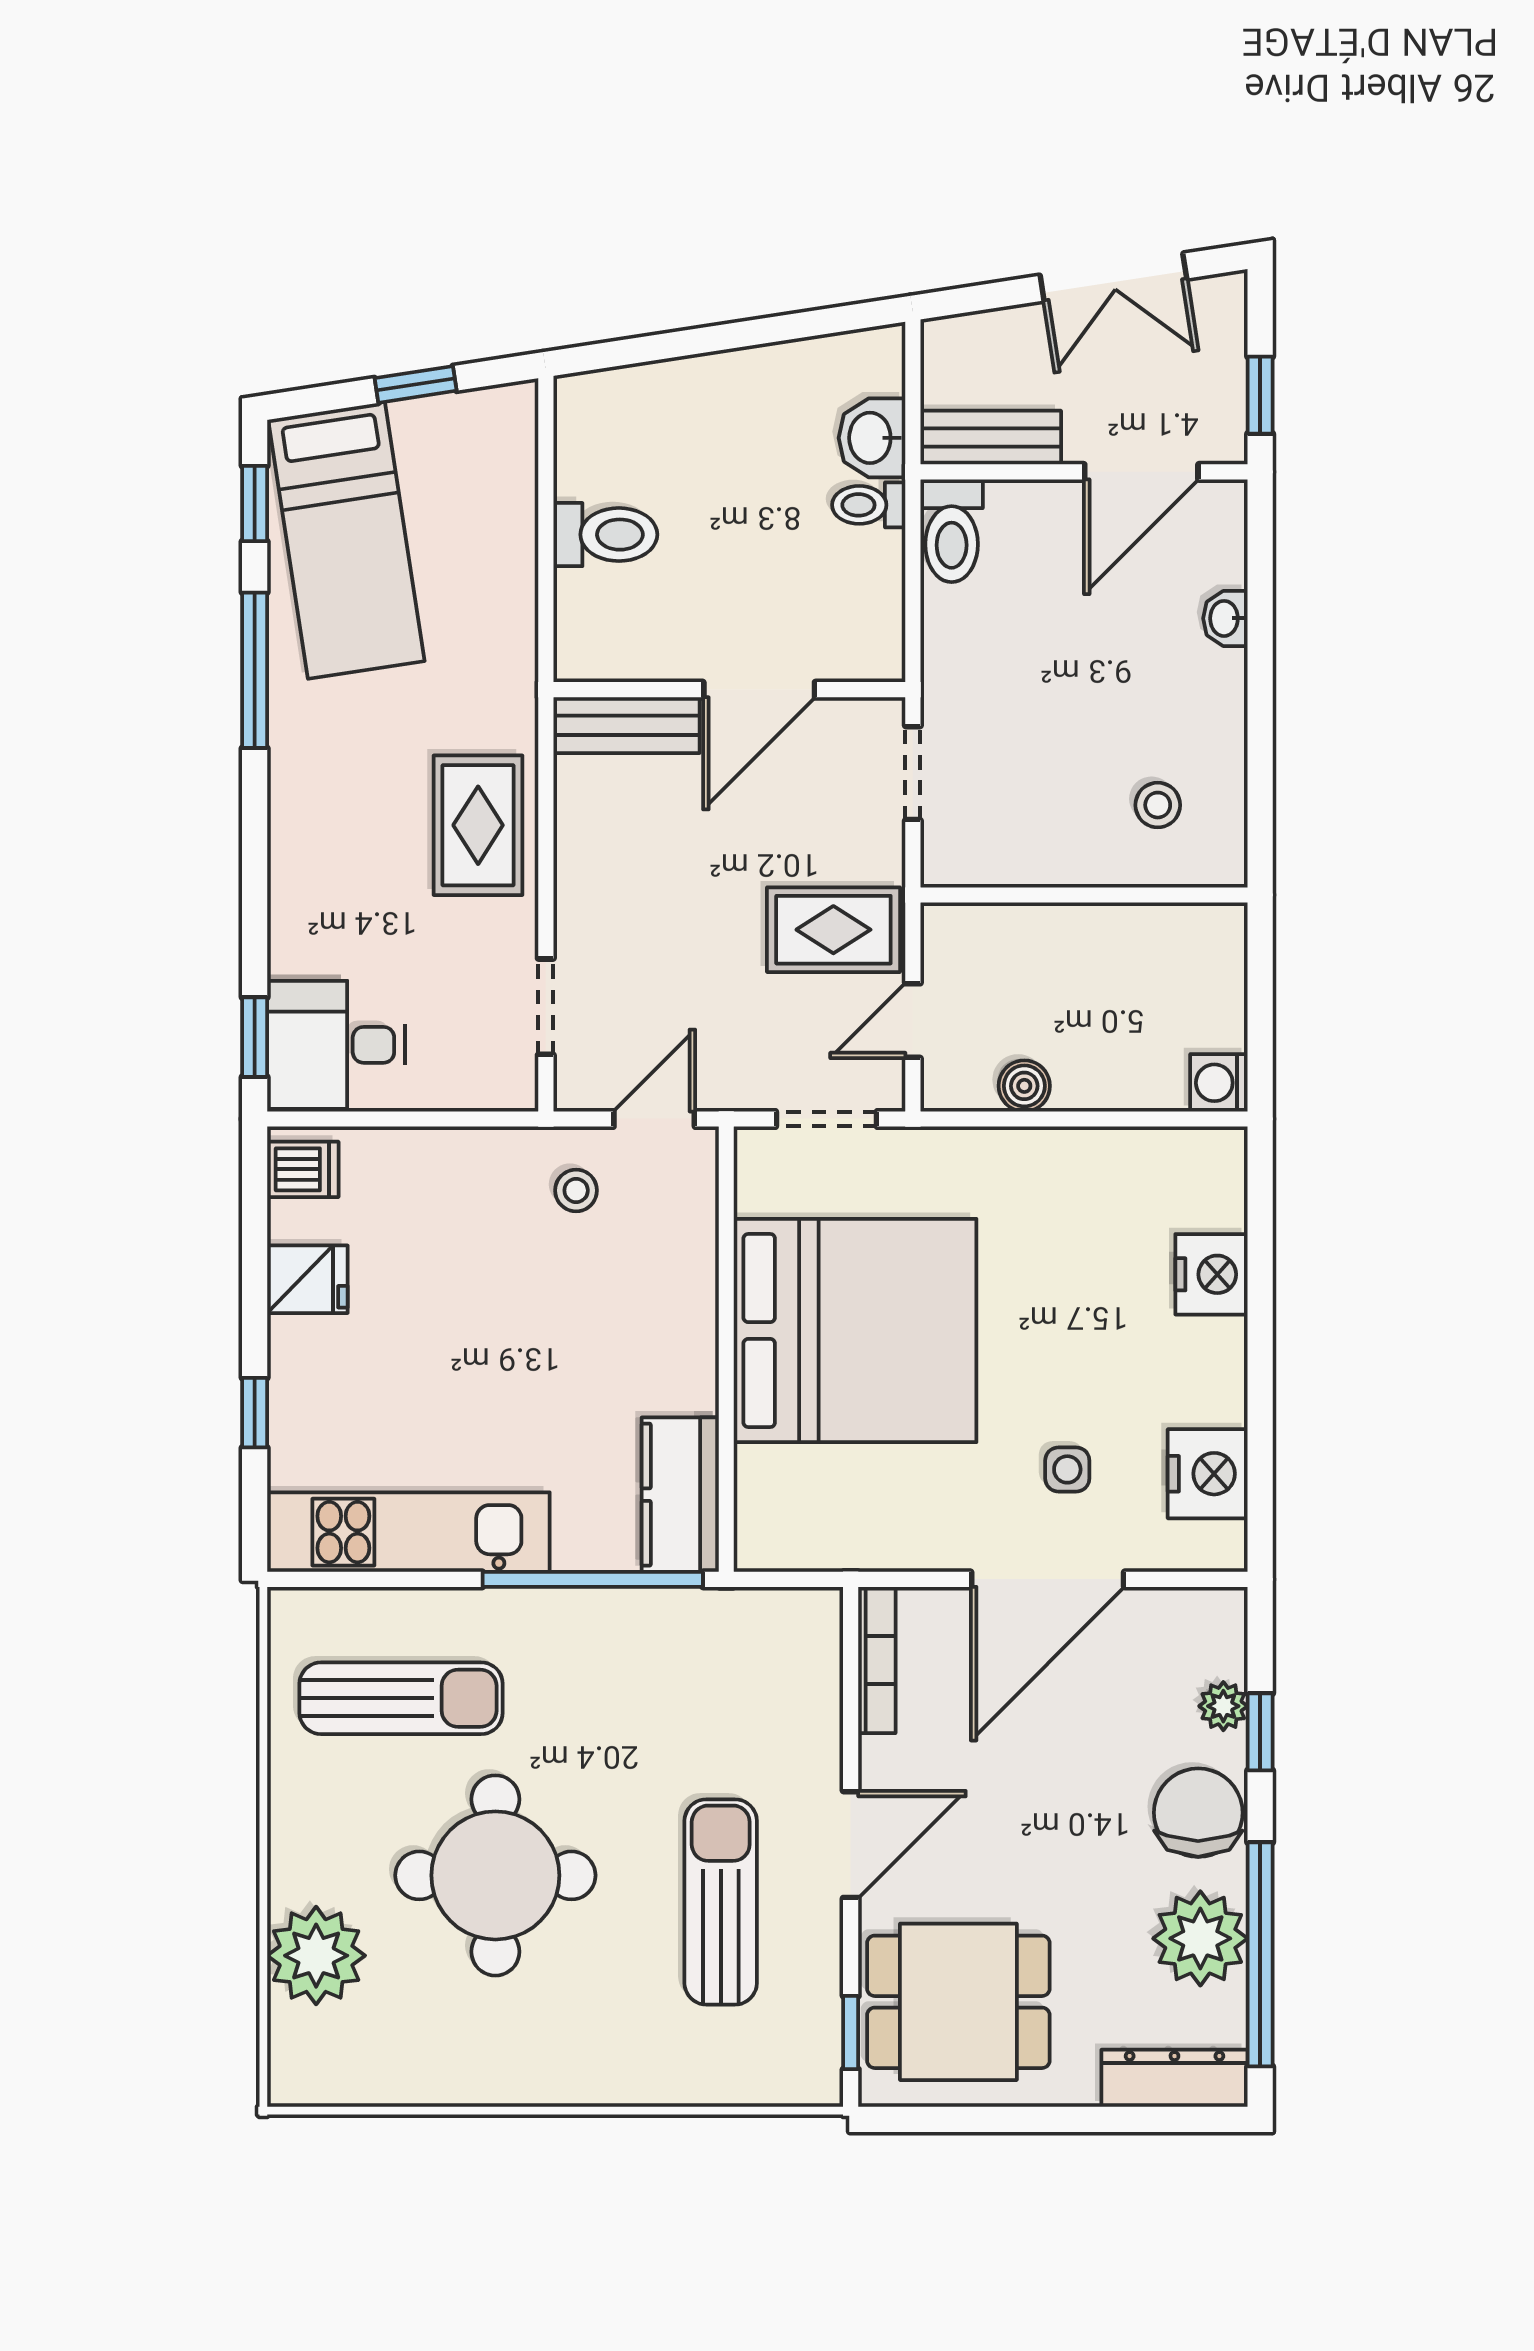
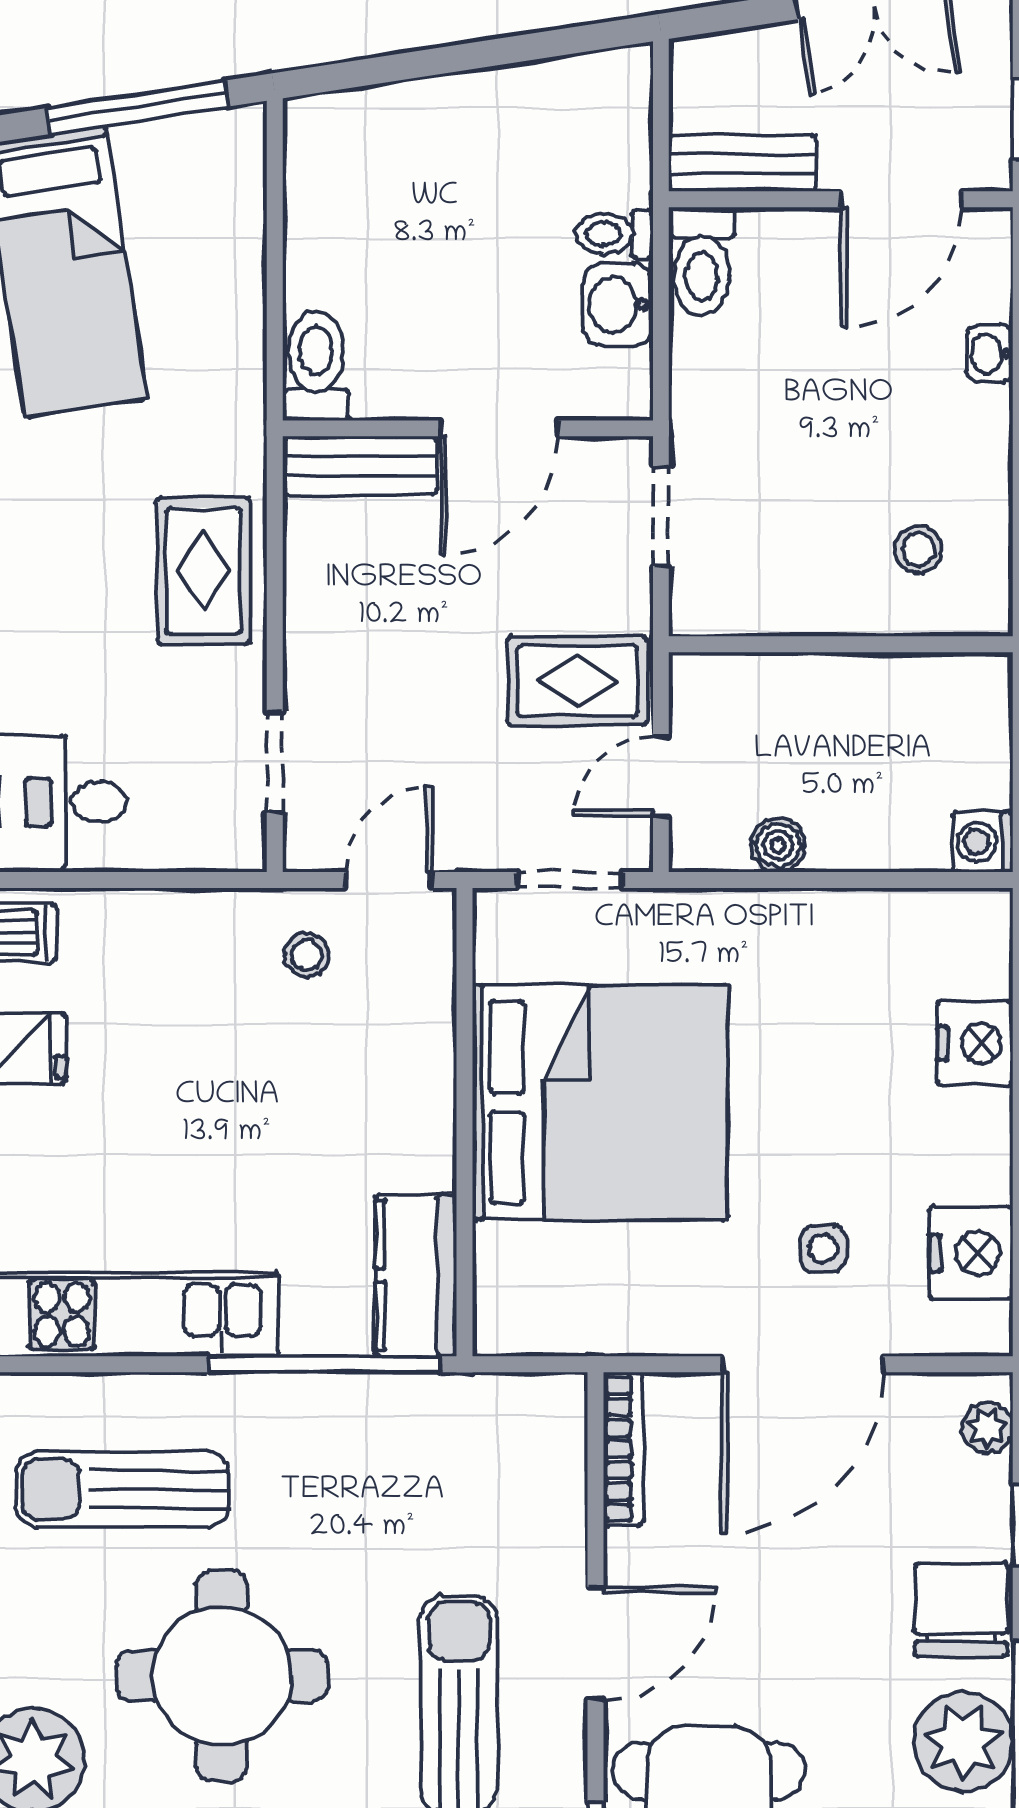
window: (416, 384) -> (138, 107), width x2.17
washbasin: (872, 438) -> (618, 305), moved
toilet: (605, 535) -> (316, 366), moved, turned -90
sun lounger: (401, 1698) -> (122, 1489), turned 180
plant: (1223, 1706) -> (987, 1428), moved

